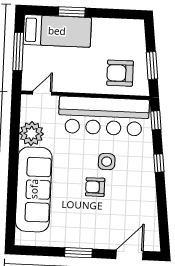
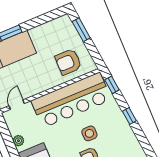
window: (152, 66) -> (81, 30), moved
plant: (31, 134) -> (18, 141), width x0.53, depth x0.53

